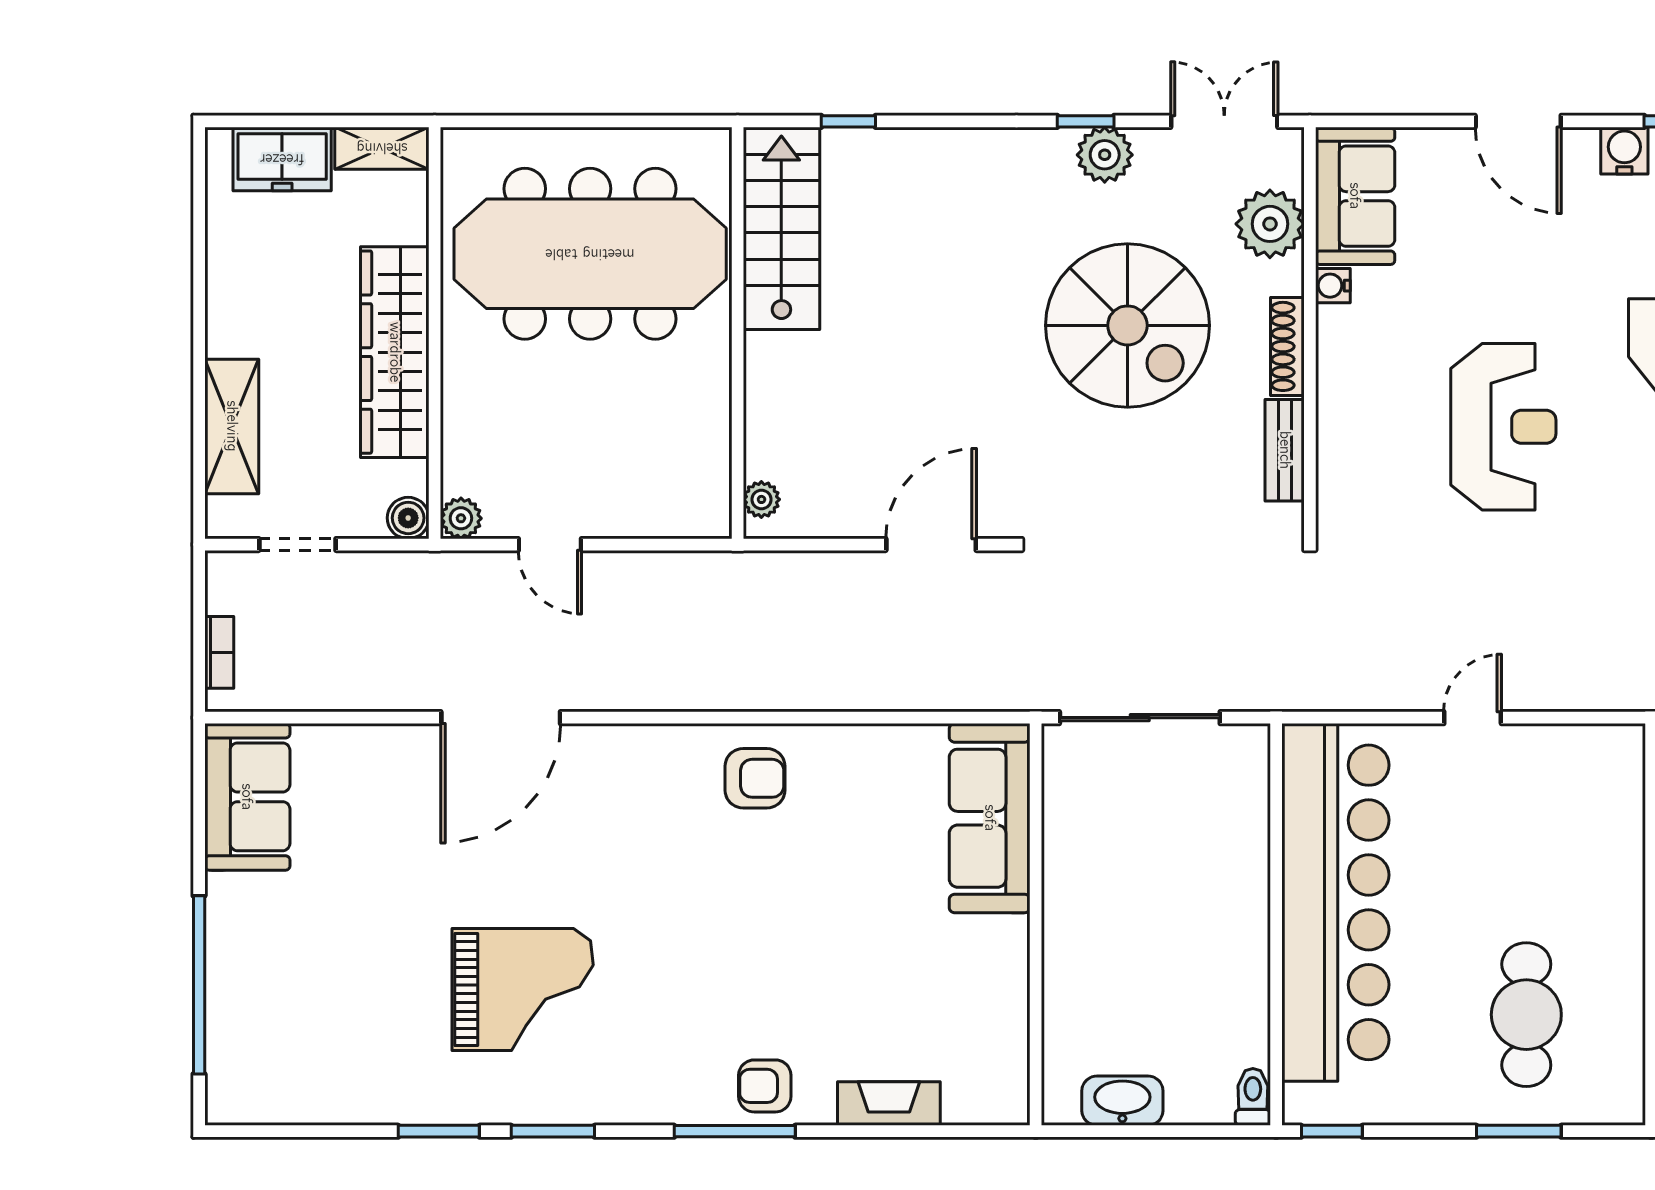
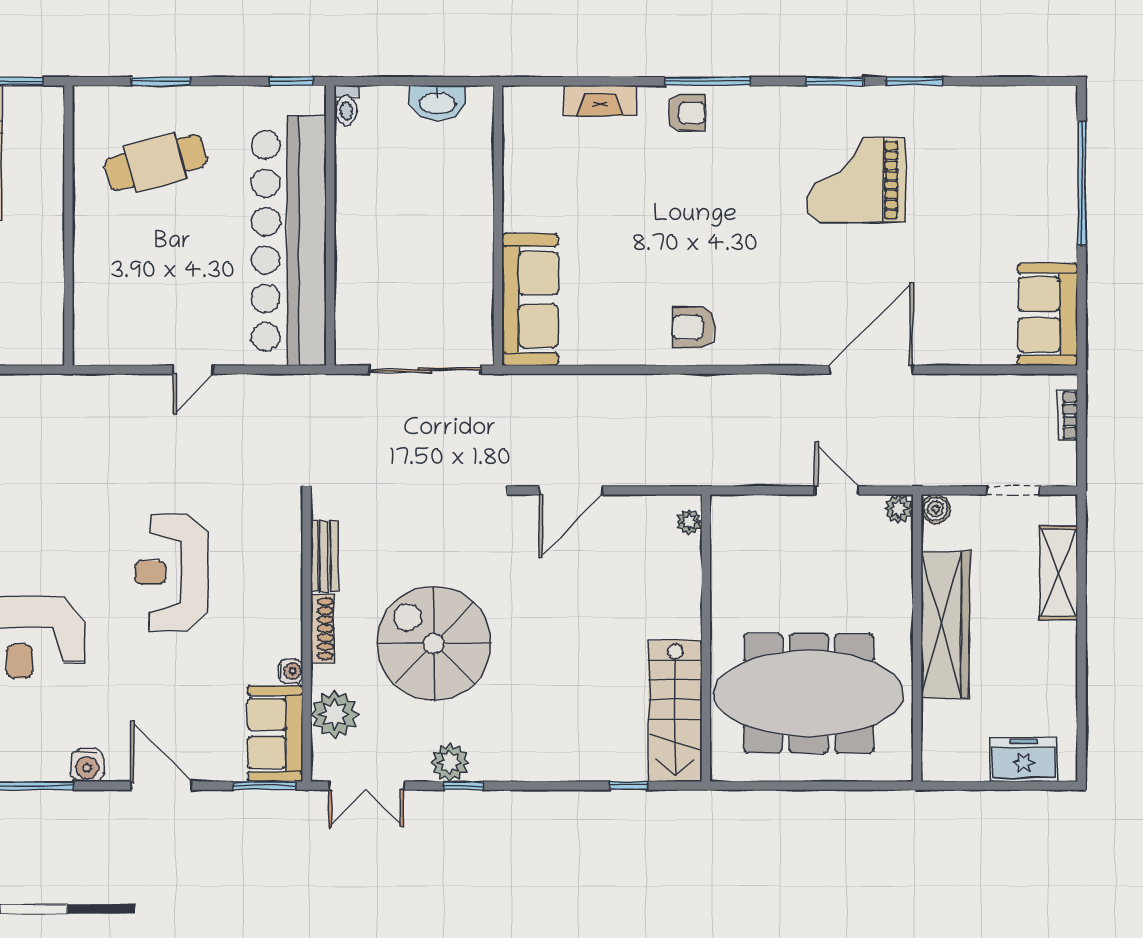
window: (1371, 121) -> (264, 786), added
shelving: (382, 148) -> (954, 767), removed
cafe table: (1526, 1015) -> (156, 163), turned 74

